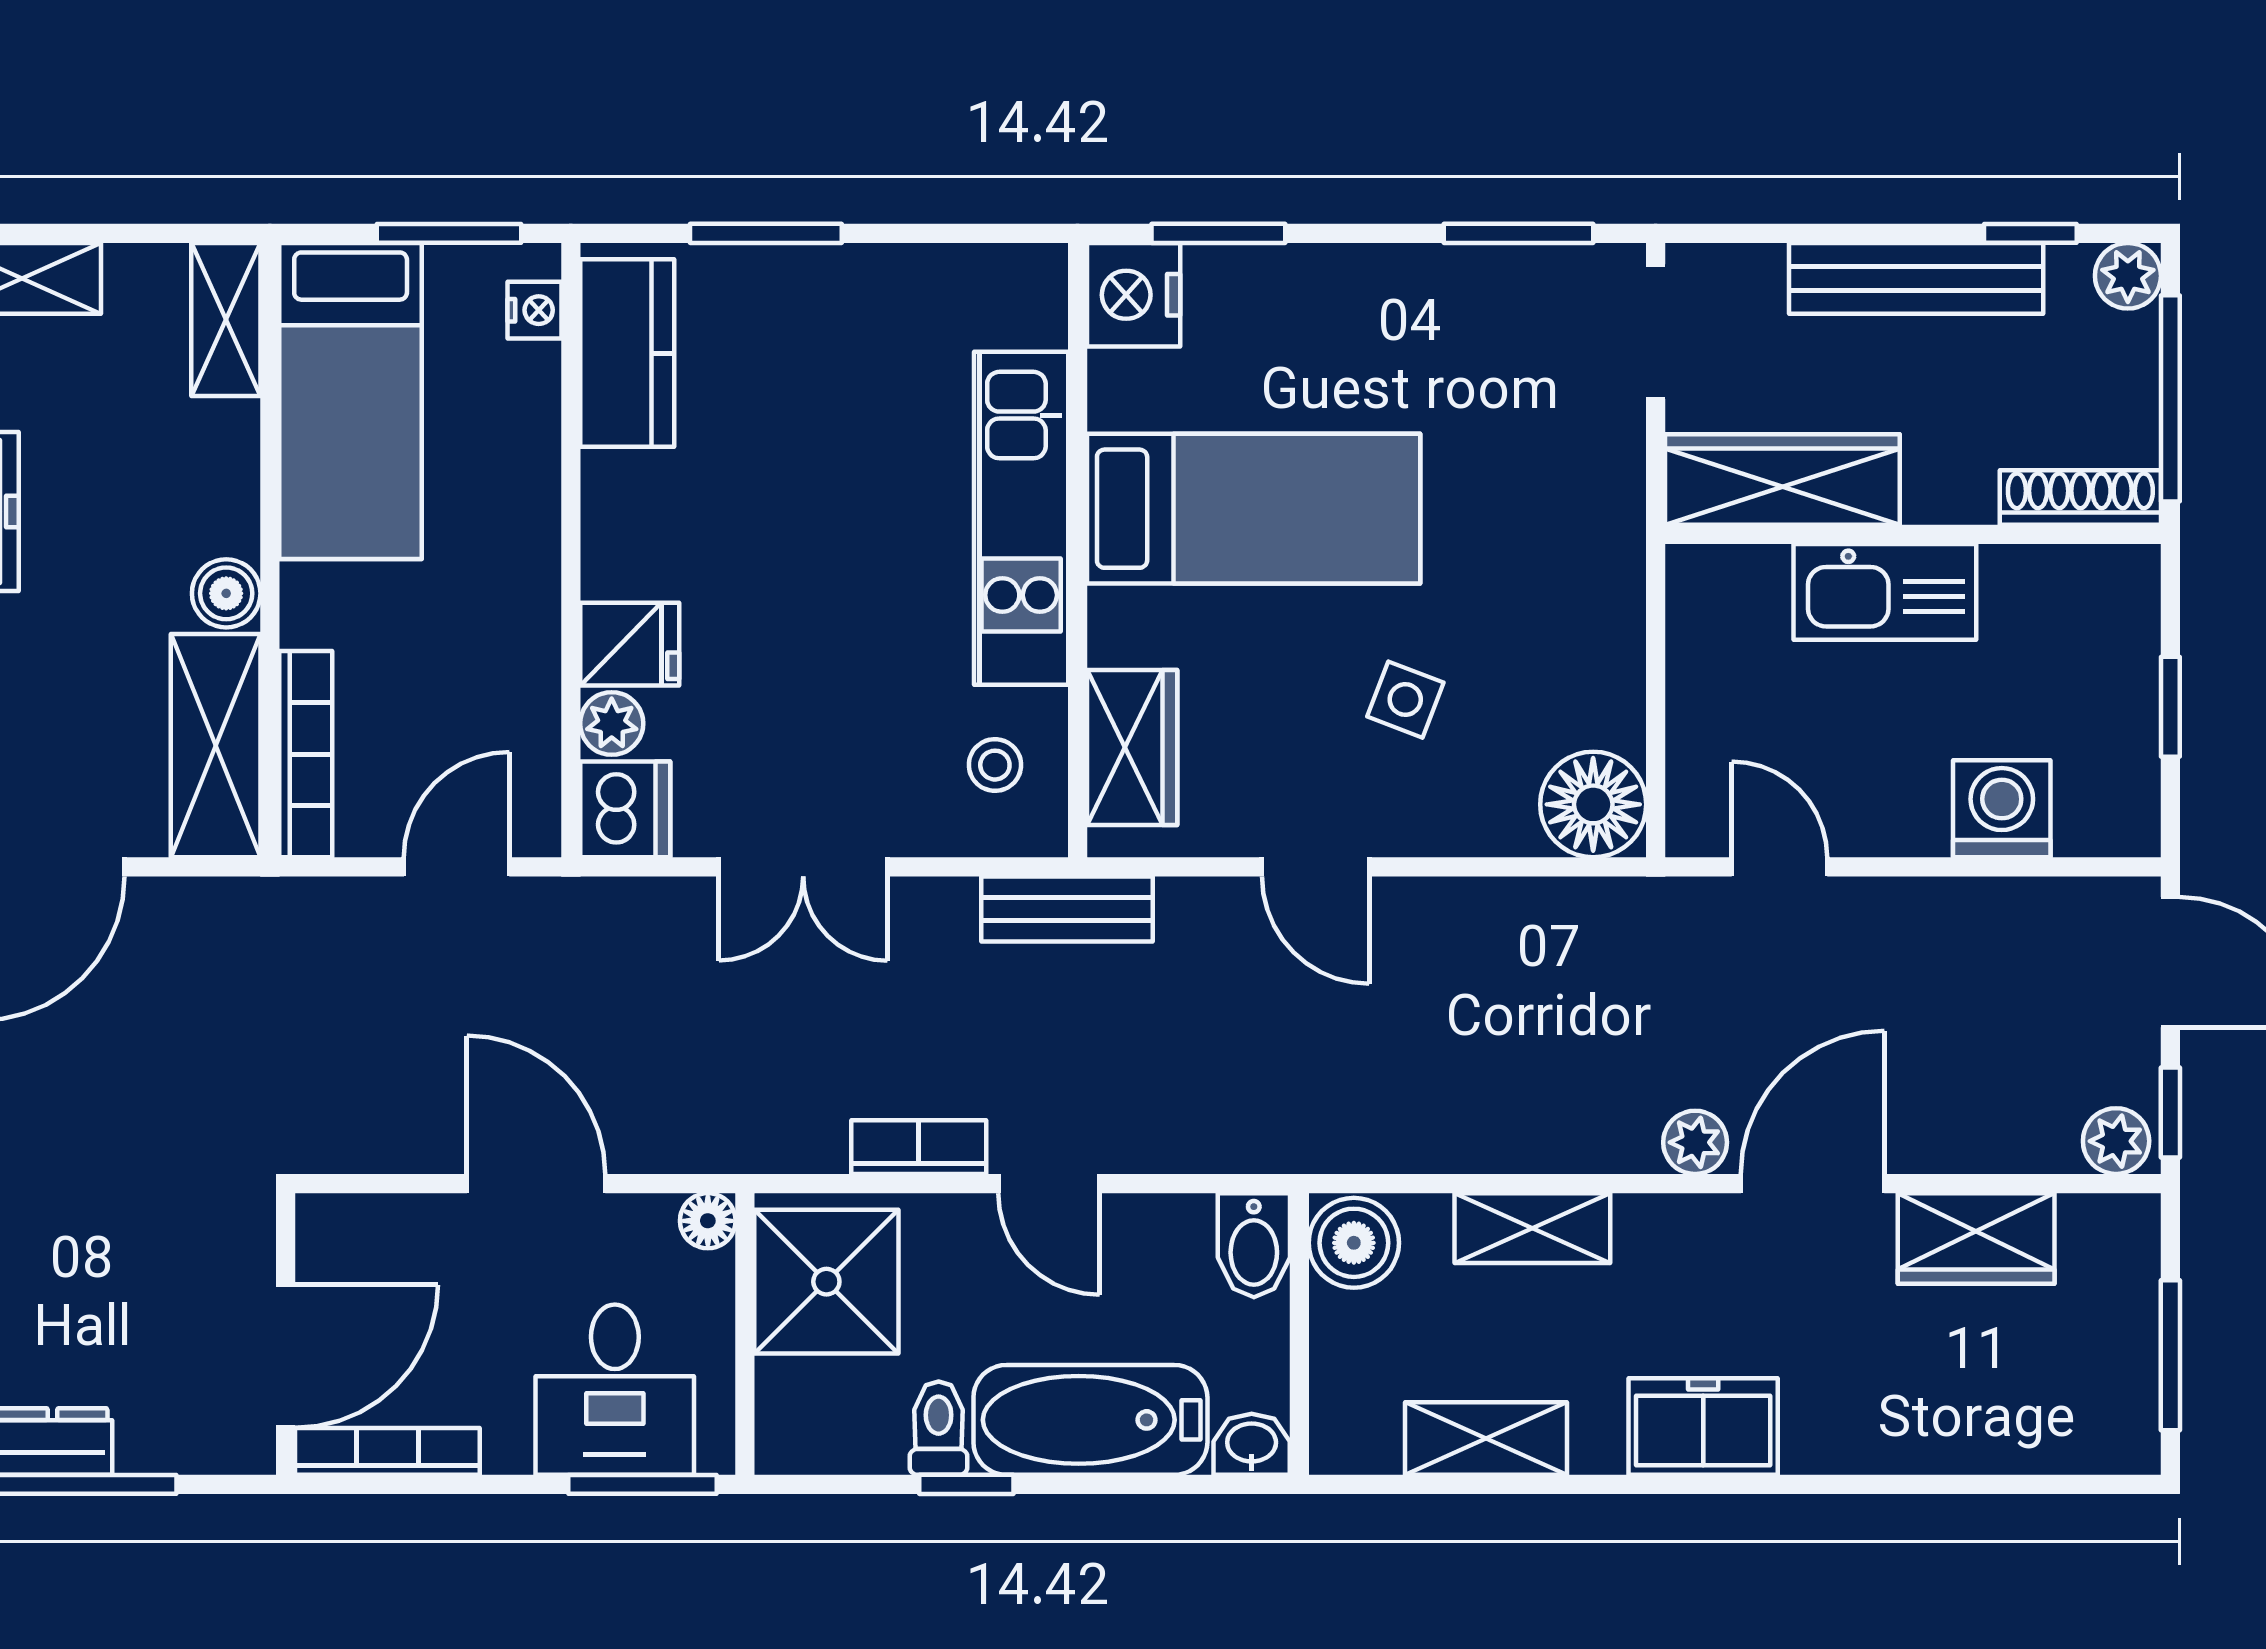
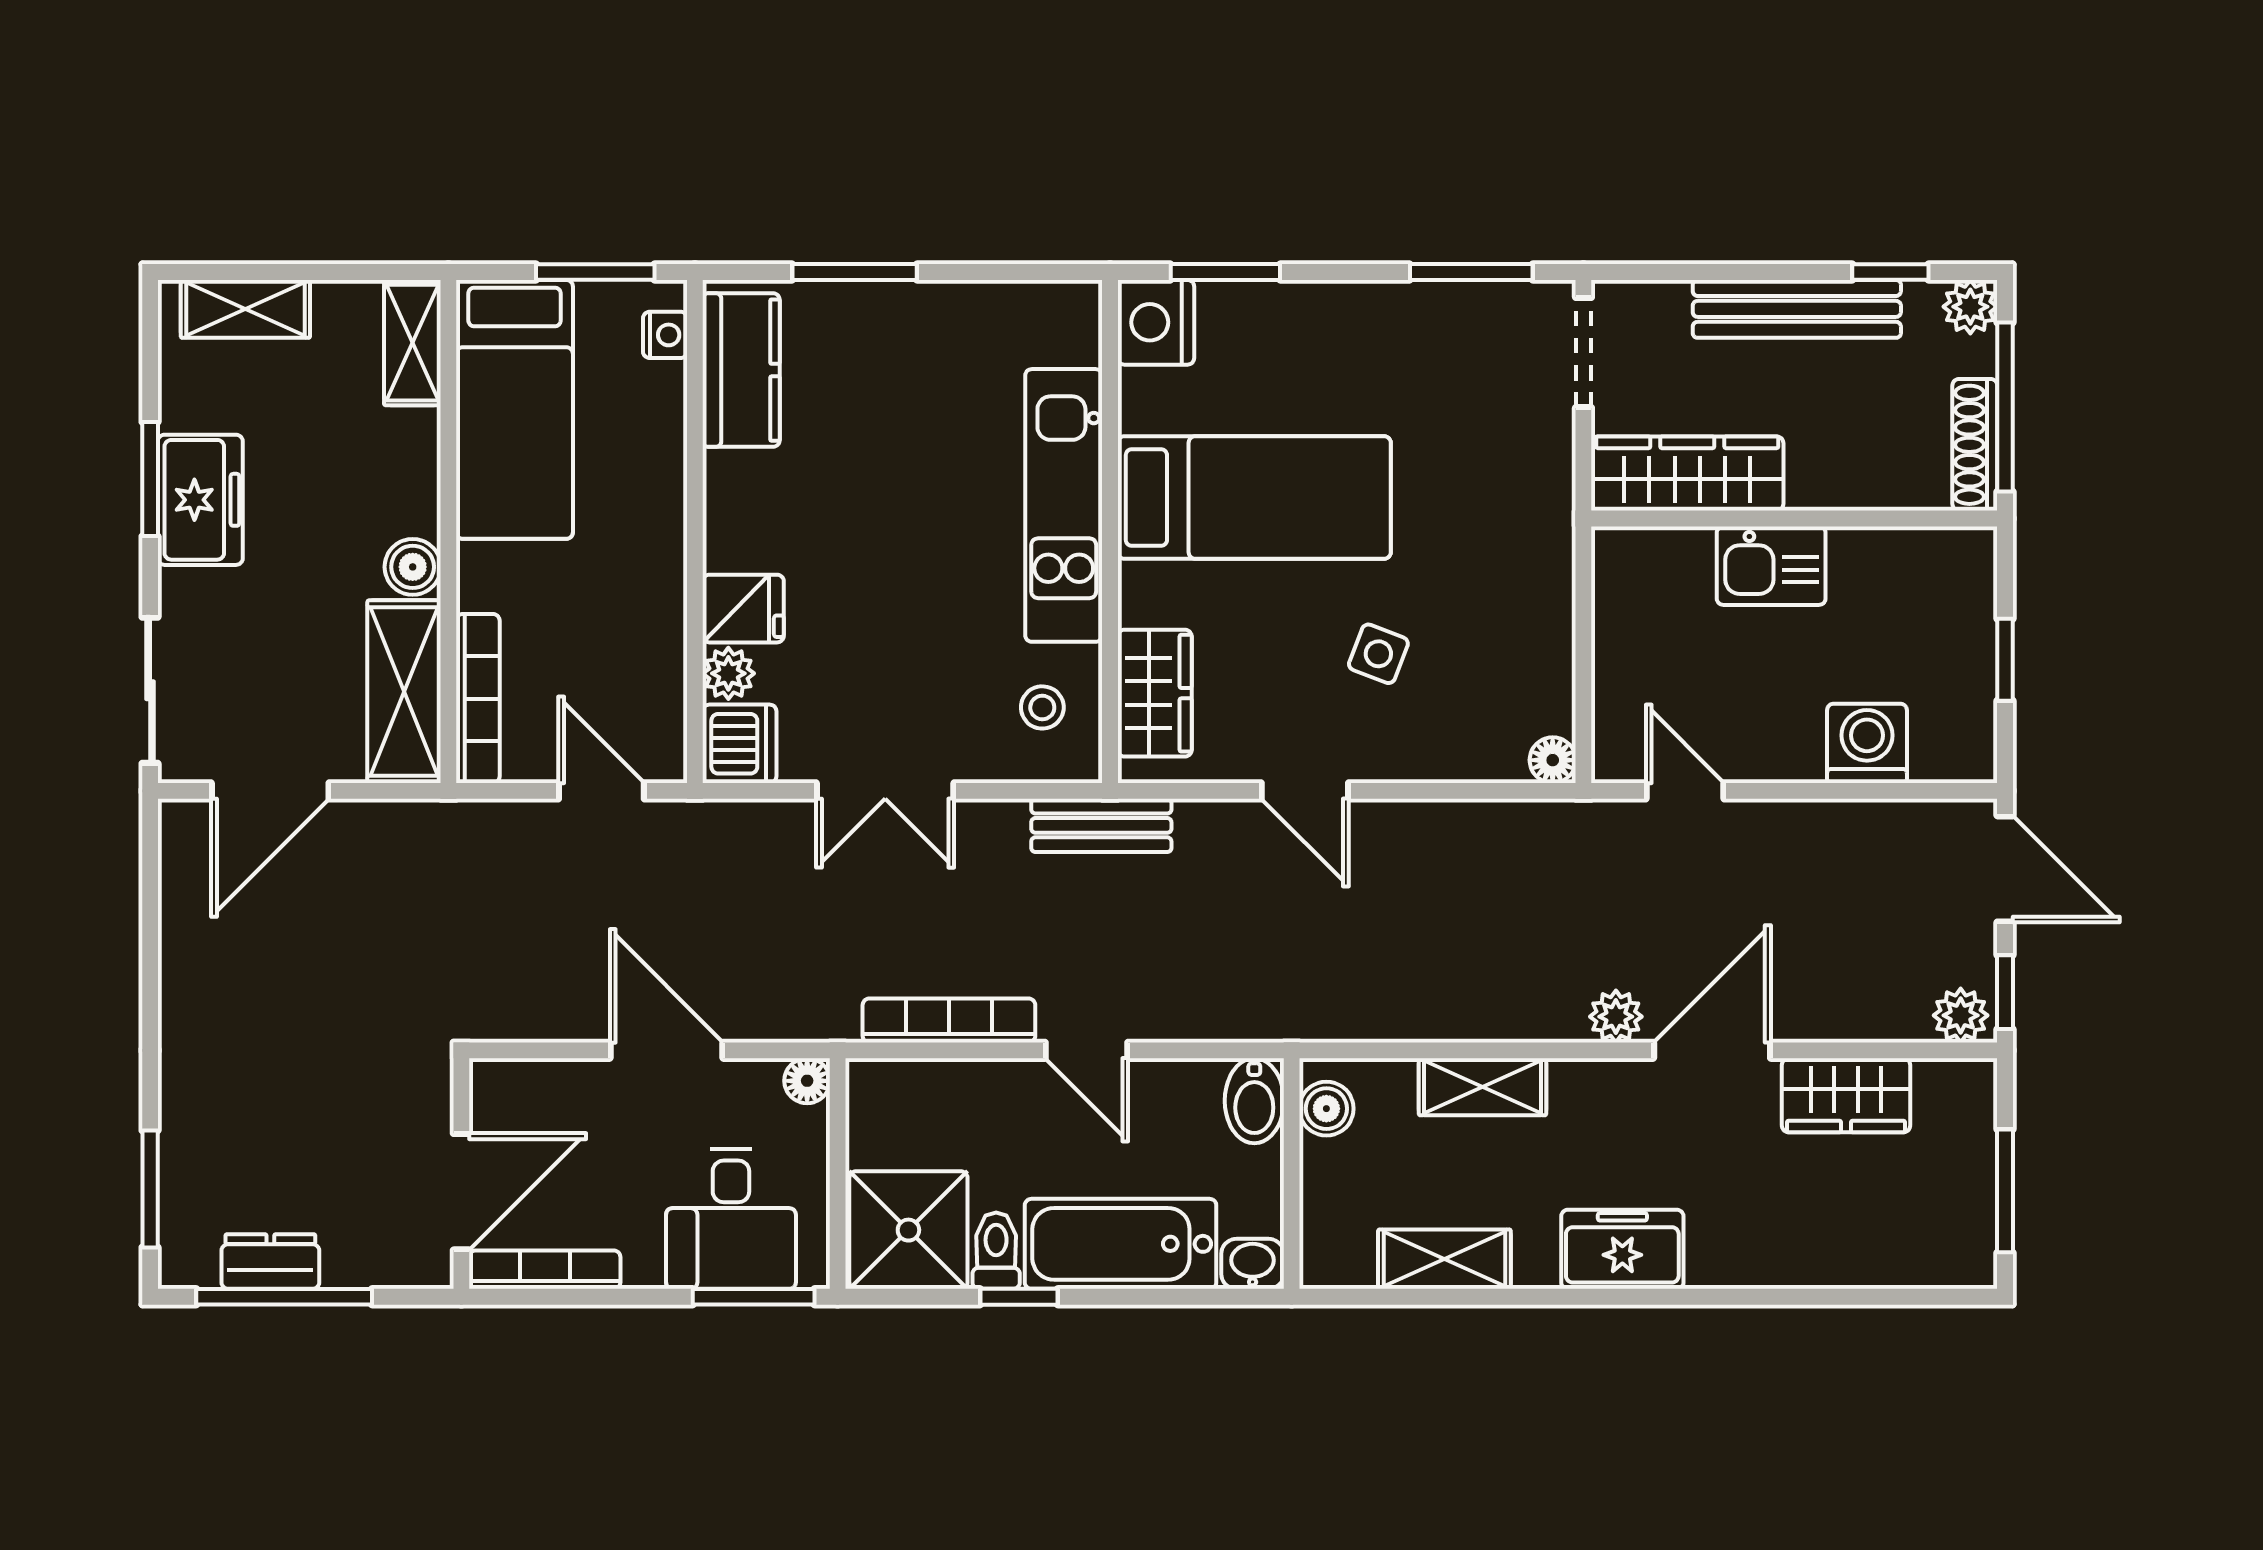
shoe rack: (2080, 497) -> (1975, 445), moved, turned -90
kitchen sink: (1885, 592) -> (1771, 566), width x0.73
floor lamp: (1593, 804) -> (1553, 760), width x0.53, depth x0.53
door: (457, 867) -> (601, 791), hinge flipped
bookcase: (919, 1147) -> (949, 1020), width x1.56
boiler: (1354, 1243) -> (1326, 1109), width x0.73, depth x0.73
shower: (826, 1282) -> (908, 1230), moved

